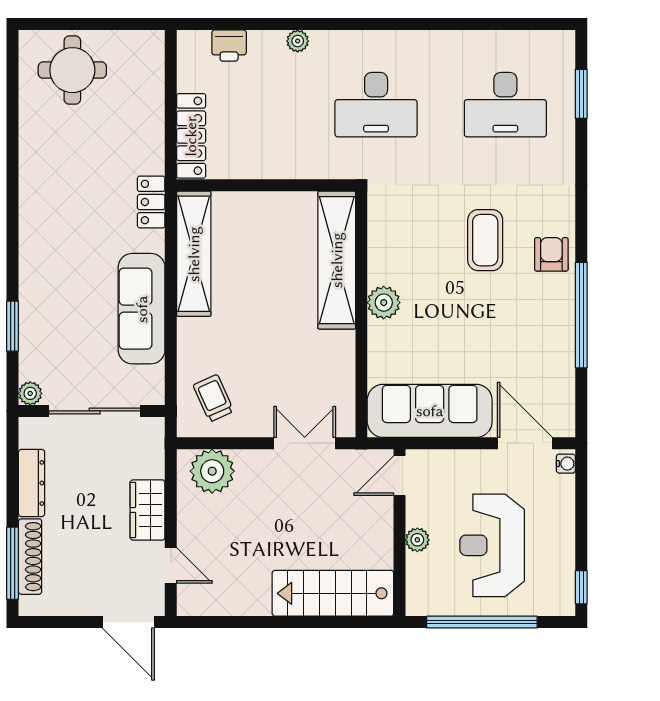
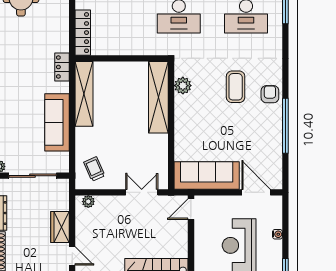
plant: (384, 303) -> (183, 86), moved
water cooler: (566, 464) -> (277, 234), moved
plant: (212, 471) -> (88, 202), width x0.53, depth x0.53
plant: (417, 540) -> (200, 243), removed

